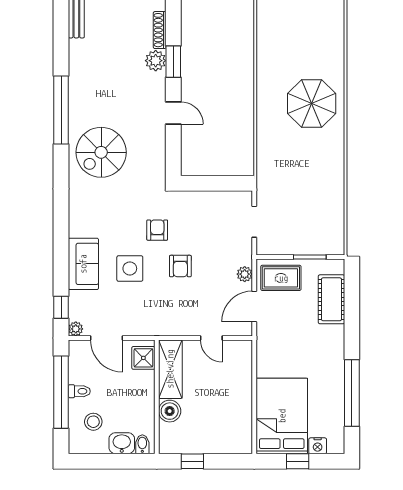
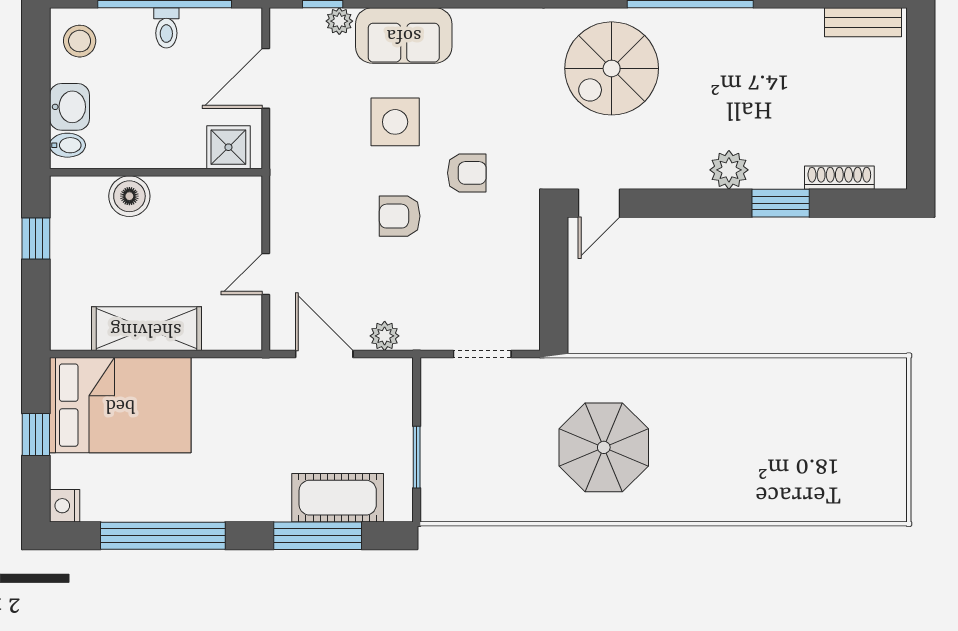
plant: (156, 61) -> (729, 170), moved
parasol: (312, 104) -> (604, 447), moved
door: (173, 113) -> (599, 203), moved
spiral stairs: (101, 152) -> (612, 68), turned -90
rug: (281, 278) -> (378, 403), removed
window: (352, 310) -> (318, 536), added
plant: (76, 329) -> (339, 21), moved
shelving: (170, 369) -> (146, 329), moved
stool: (93, 422) -> (80, 41), moved
nightstand: (318, 446) -> (65, 506), moved

